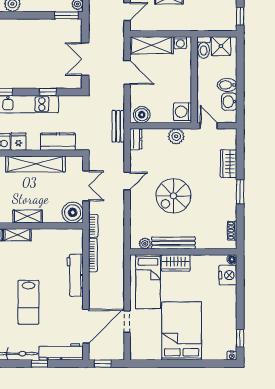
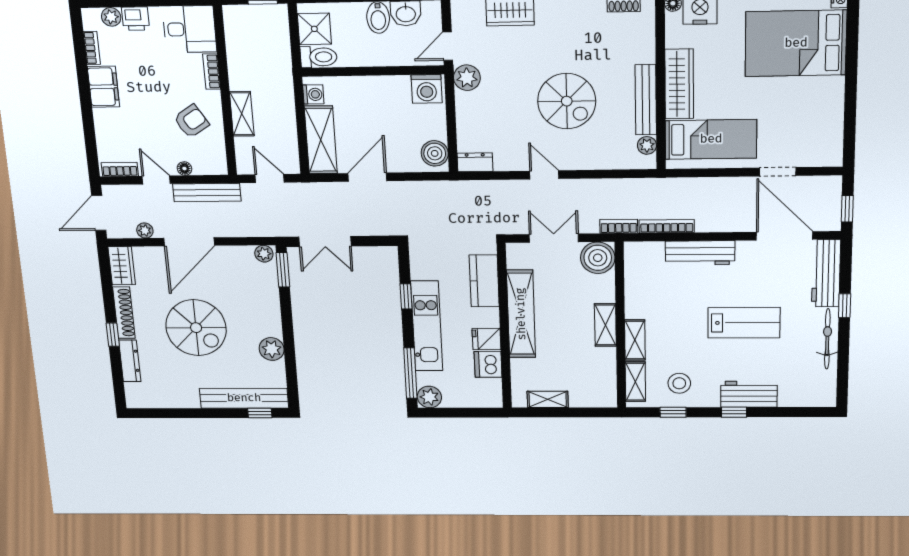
double door: (85, 59) -> (325, 241), moved
bench: (118, 126) -> (455, 190), removed
plant: (176, 136) -> (467, 78), moved
wardrobe: (176, 263) -> (679, 84), width x1.50
bed: (182, 331) -> (796, 43), moved

